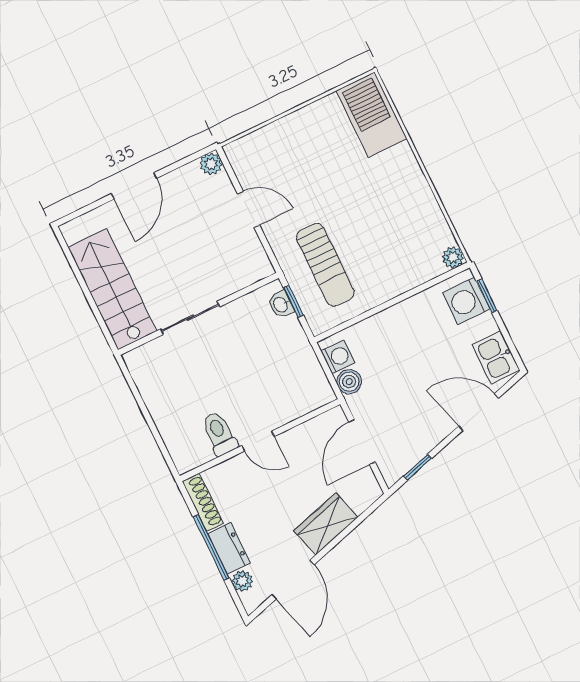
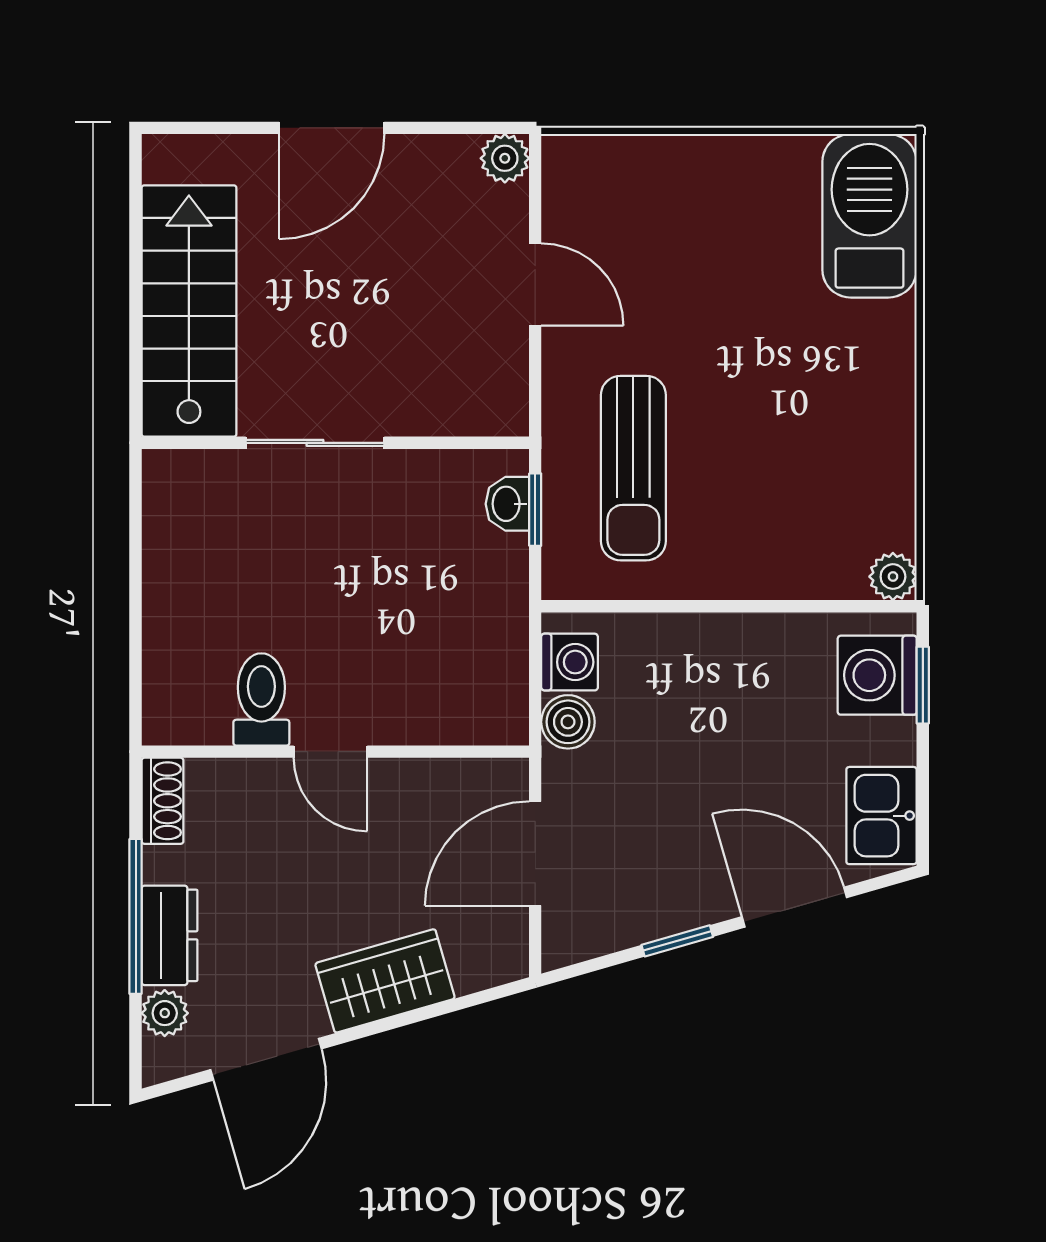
window: (418, 467) -> (677, 941), moved
shoe rack: (203, 502) -> (162, 801), width x0.70

